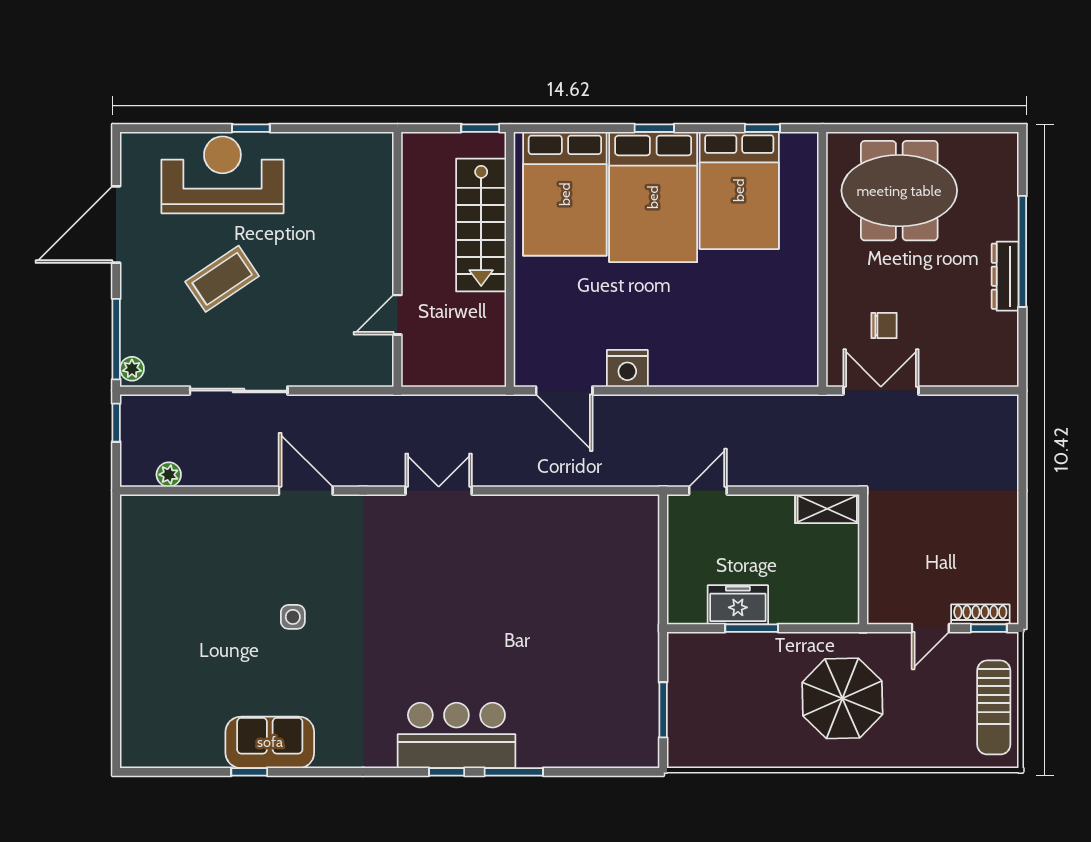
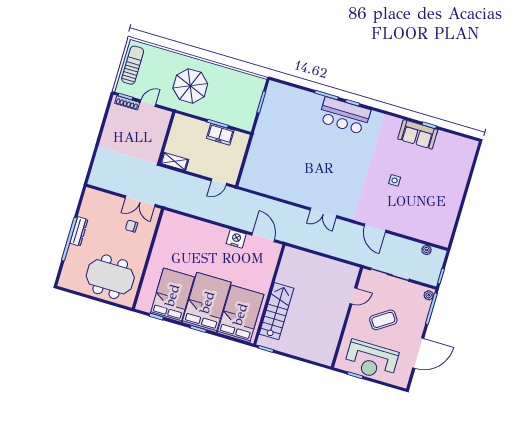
wall: (397, 259) -> (347, 317), moved
door: (397, 315) -> (353, 296), moved

